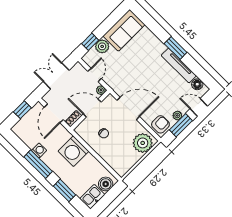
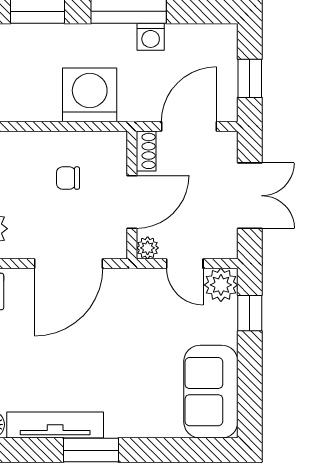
plant: (102, 46) -> (221, 285), moved
door: (54, 113) -> (189, 126), hinge flipped

